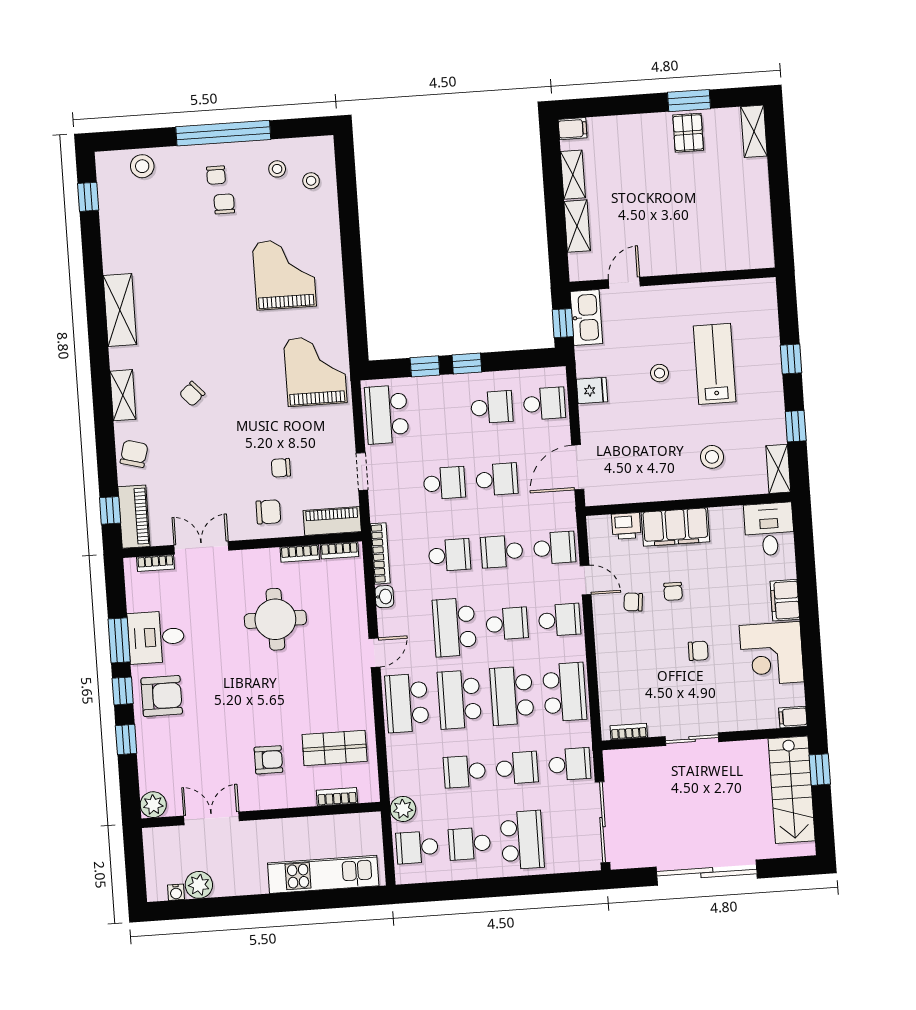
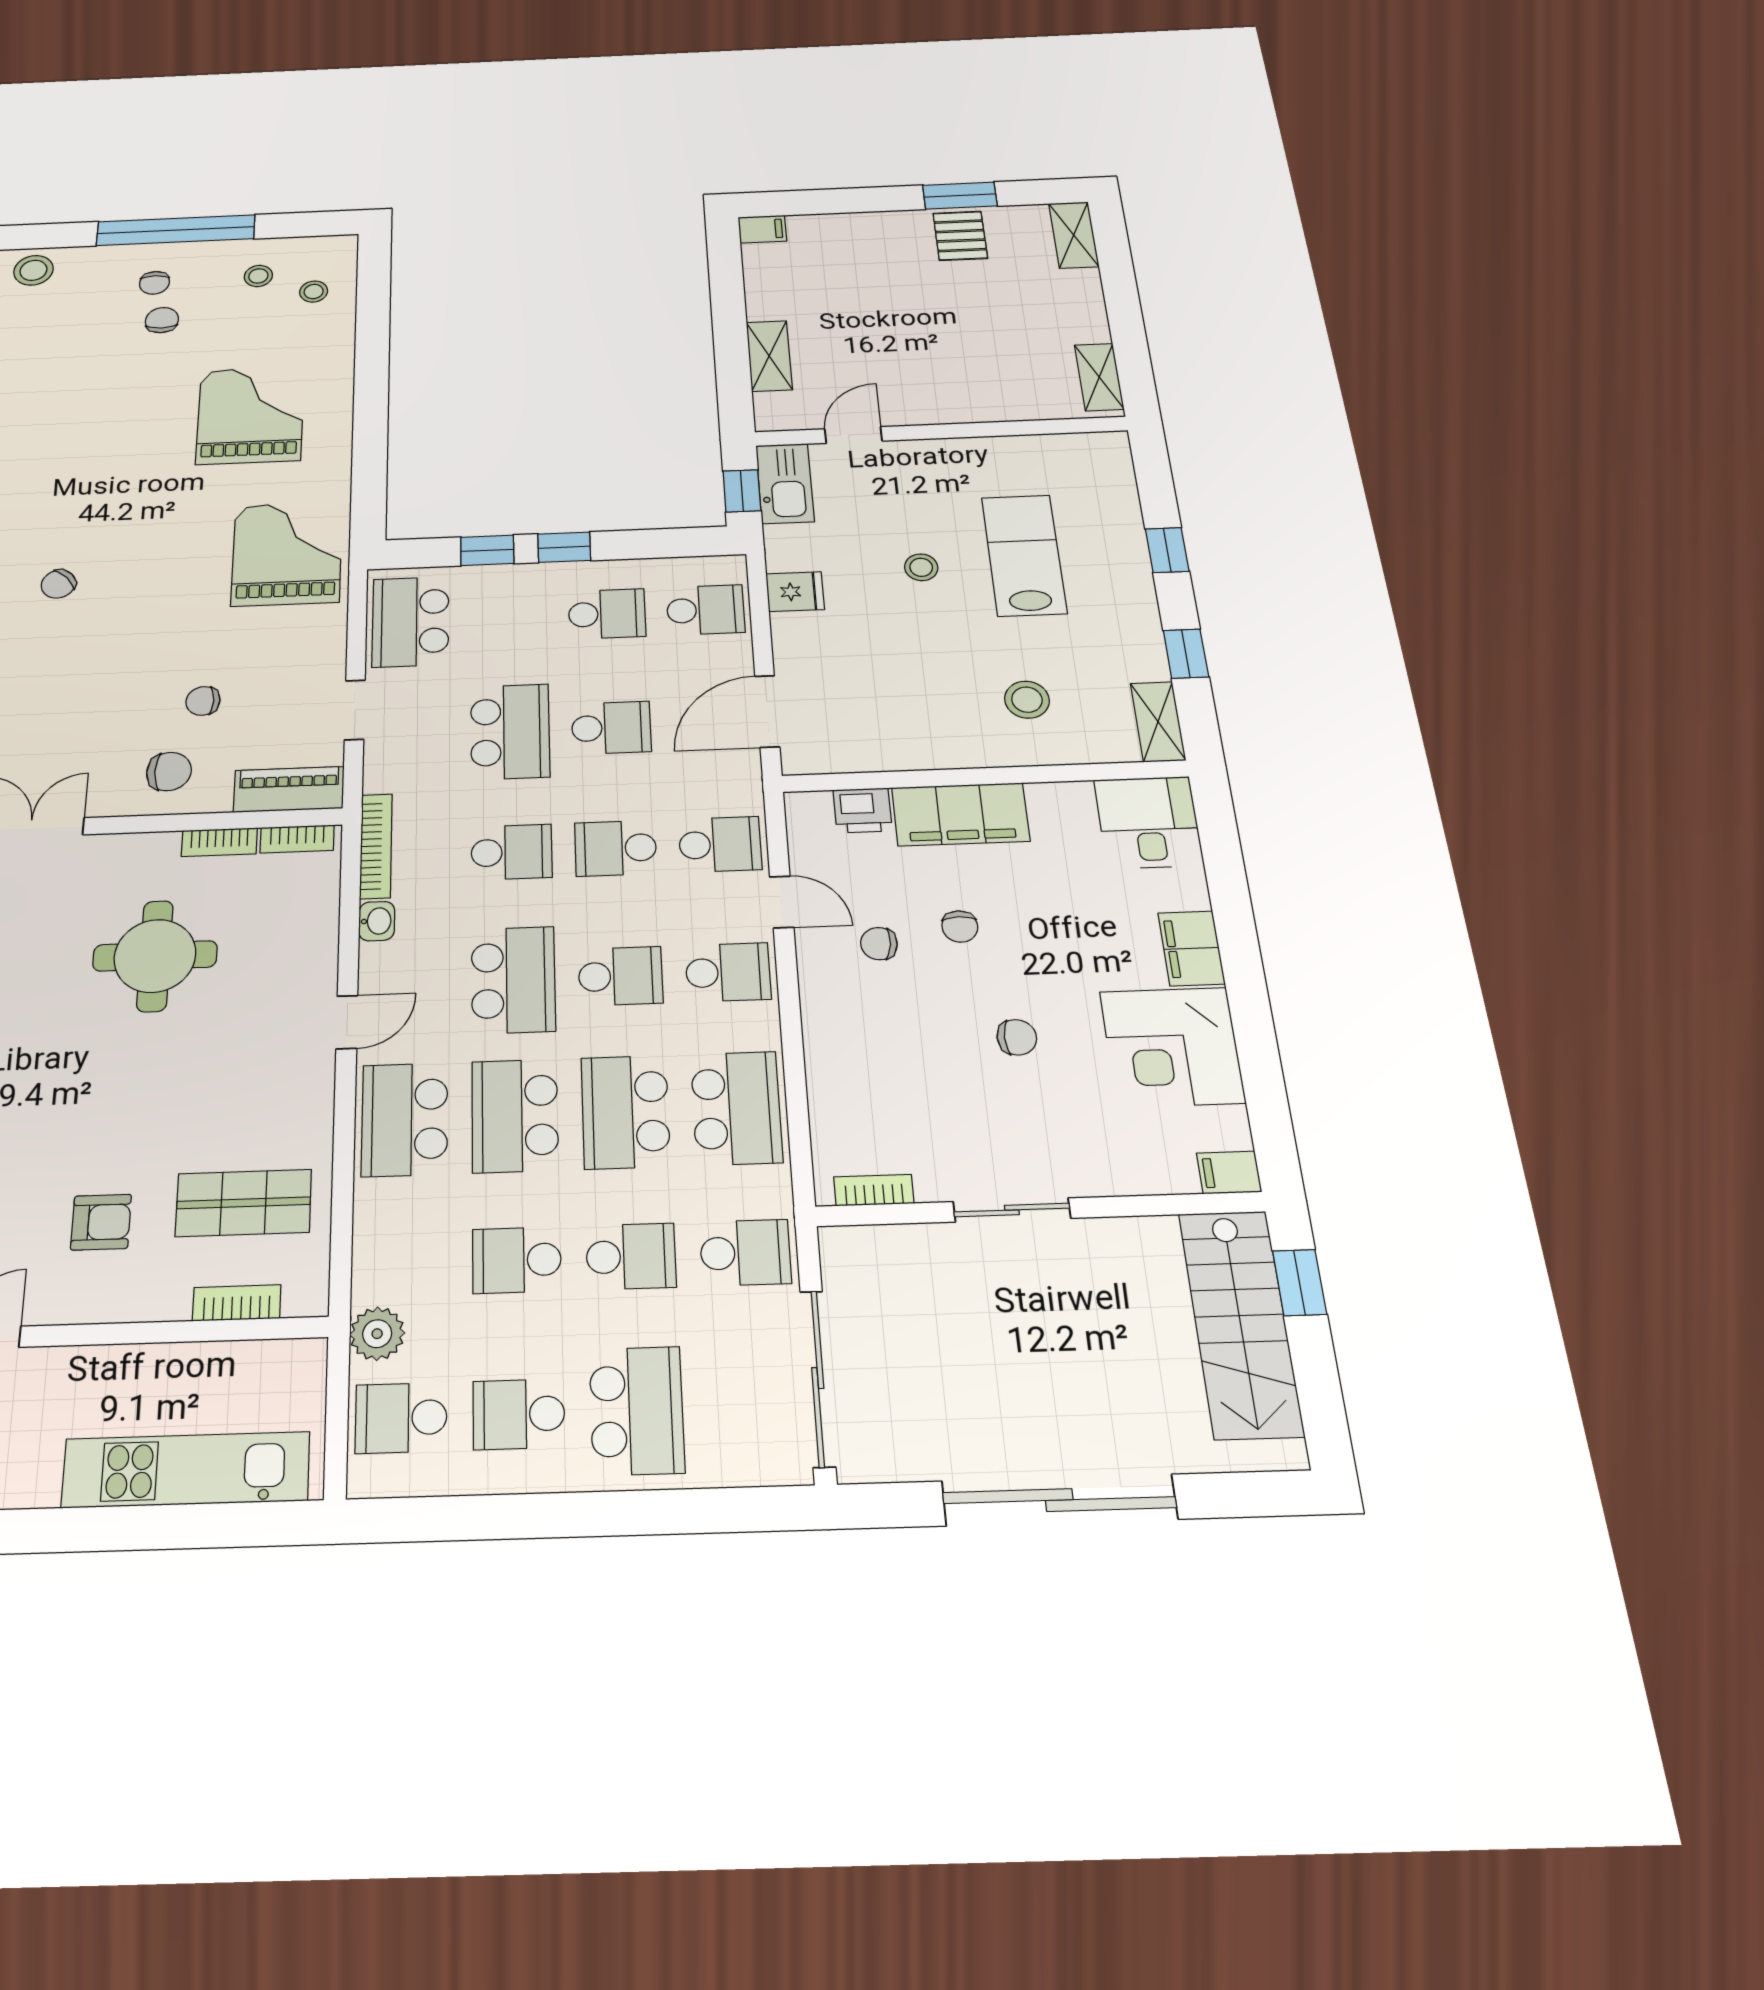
shelving: (573, 175) -> (1099, 377), moved
school desk: (444, 483) -> (510, 732), width x1.85
school desk: (454, 627) -> (513, 980), turned 180

